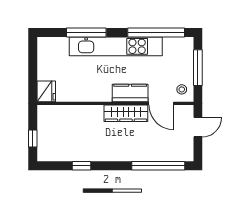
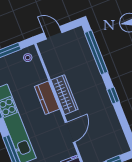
door: (161, 103) -> (70, 132), moved
window: (82, 166) -> (113, 96), moved

